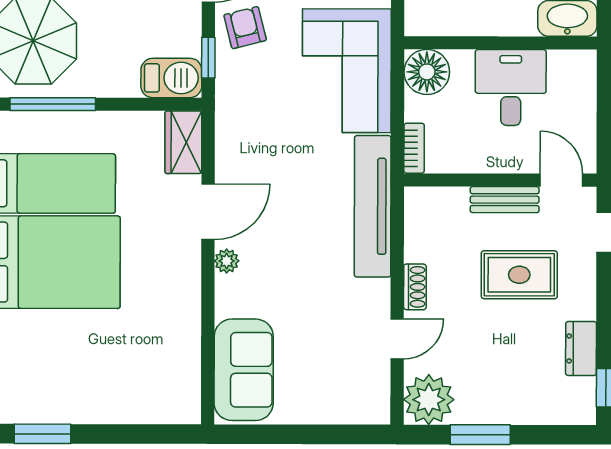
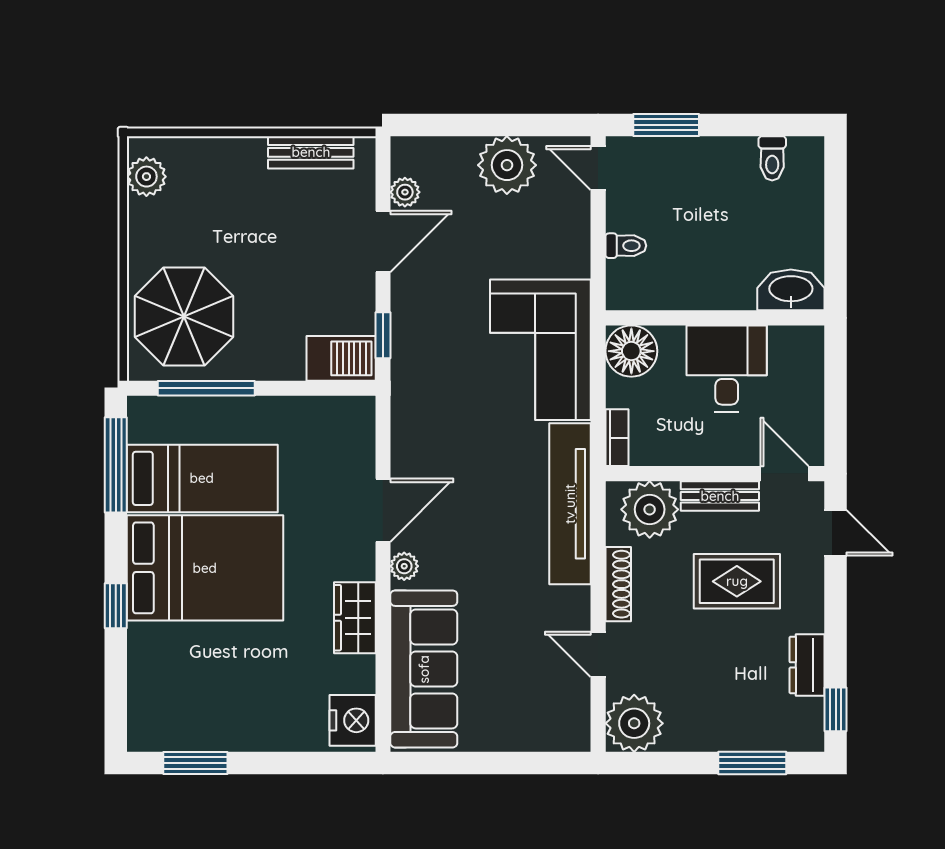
armchair: (245, 28) -> (425, 301), removed
wardrobe: (183, 142) -> (355, 618), moved
plant: (443, 211) -> (650, 509), added
shoe rack: (415, 287) -> (618, 584), width x1.43
door: (397, 339) -> (598, 654), swing flipped
sofa: (244, 370) -> (424, 669), width x1.36
nightstand: (181, 397) -> (353, 720), added
window: (480, 435) -> (752, 763), moved

